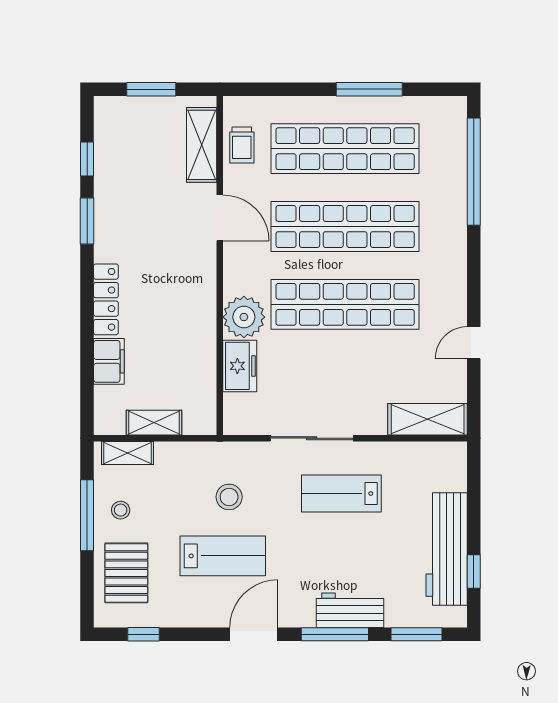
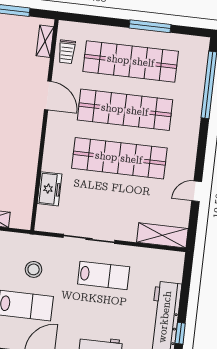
shelving: (202, 145) -> (45, 41), width x0.67, depth x0.75
plant: (244, 317) -> (56, 159), removed
lab bench: (341, 494) -> (104, 275), turned 180

